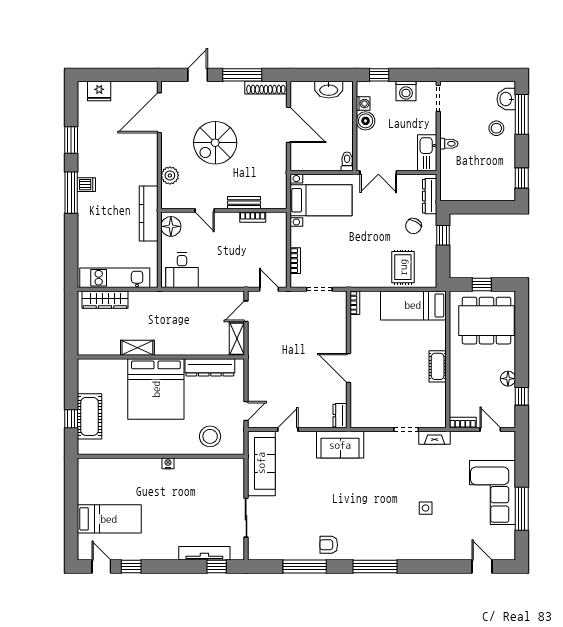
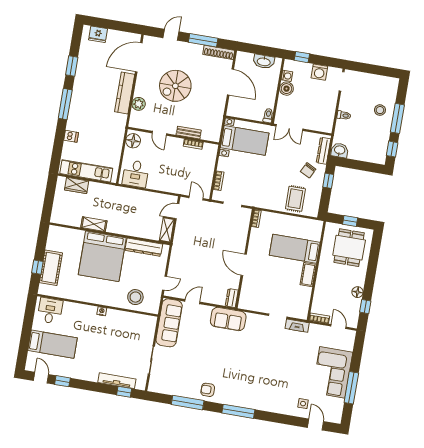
washbasin: (506, 99) -> (340, 150), moved, turned 90
window: (522, 114) -> (397, 118), moved
kitchen sink: (427, 153) -> (327, 119), removed
dishwasher: (86, 185) -> (71, 136), moved
kitchen counter: (149, 213) -> (125, 93), moved
wardrobe: (105, 300) -> (77, 185), width x0.67
bed: (413, 305) -> (295, 249), moved
dining table: (486, 321) -> (349, 248), width x0.73
desk: (98, 474) -> (50, 311), added
side table: (426, 508) -> (303, 404), moved

